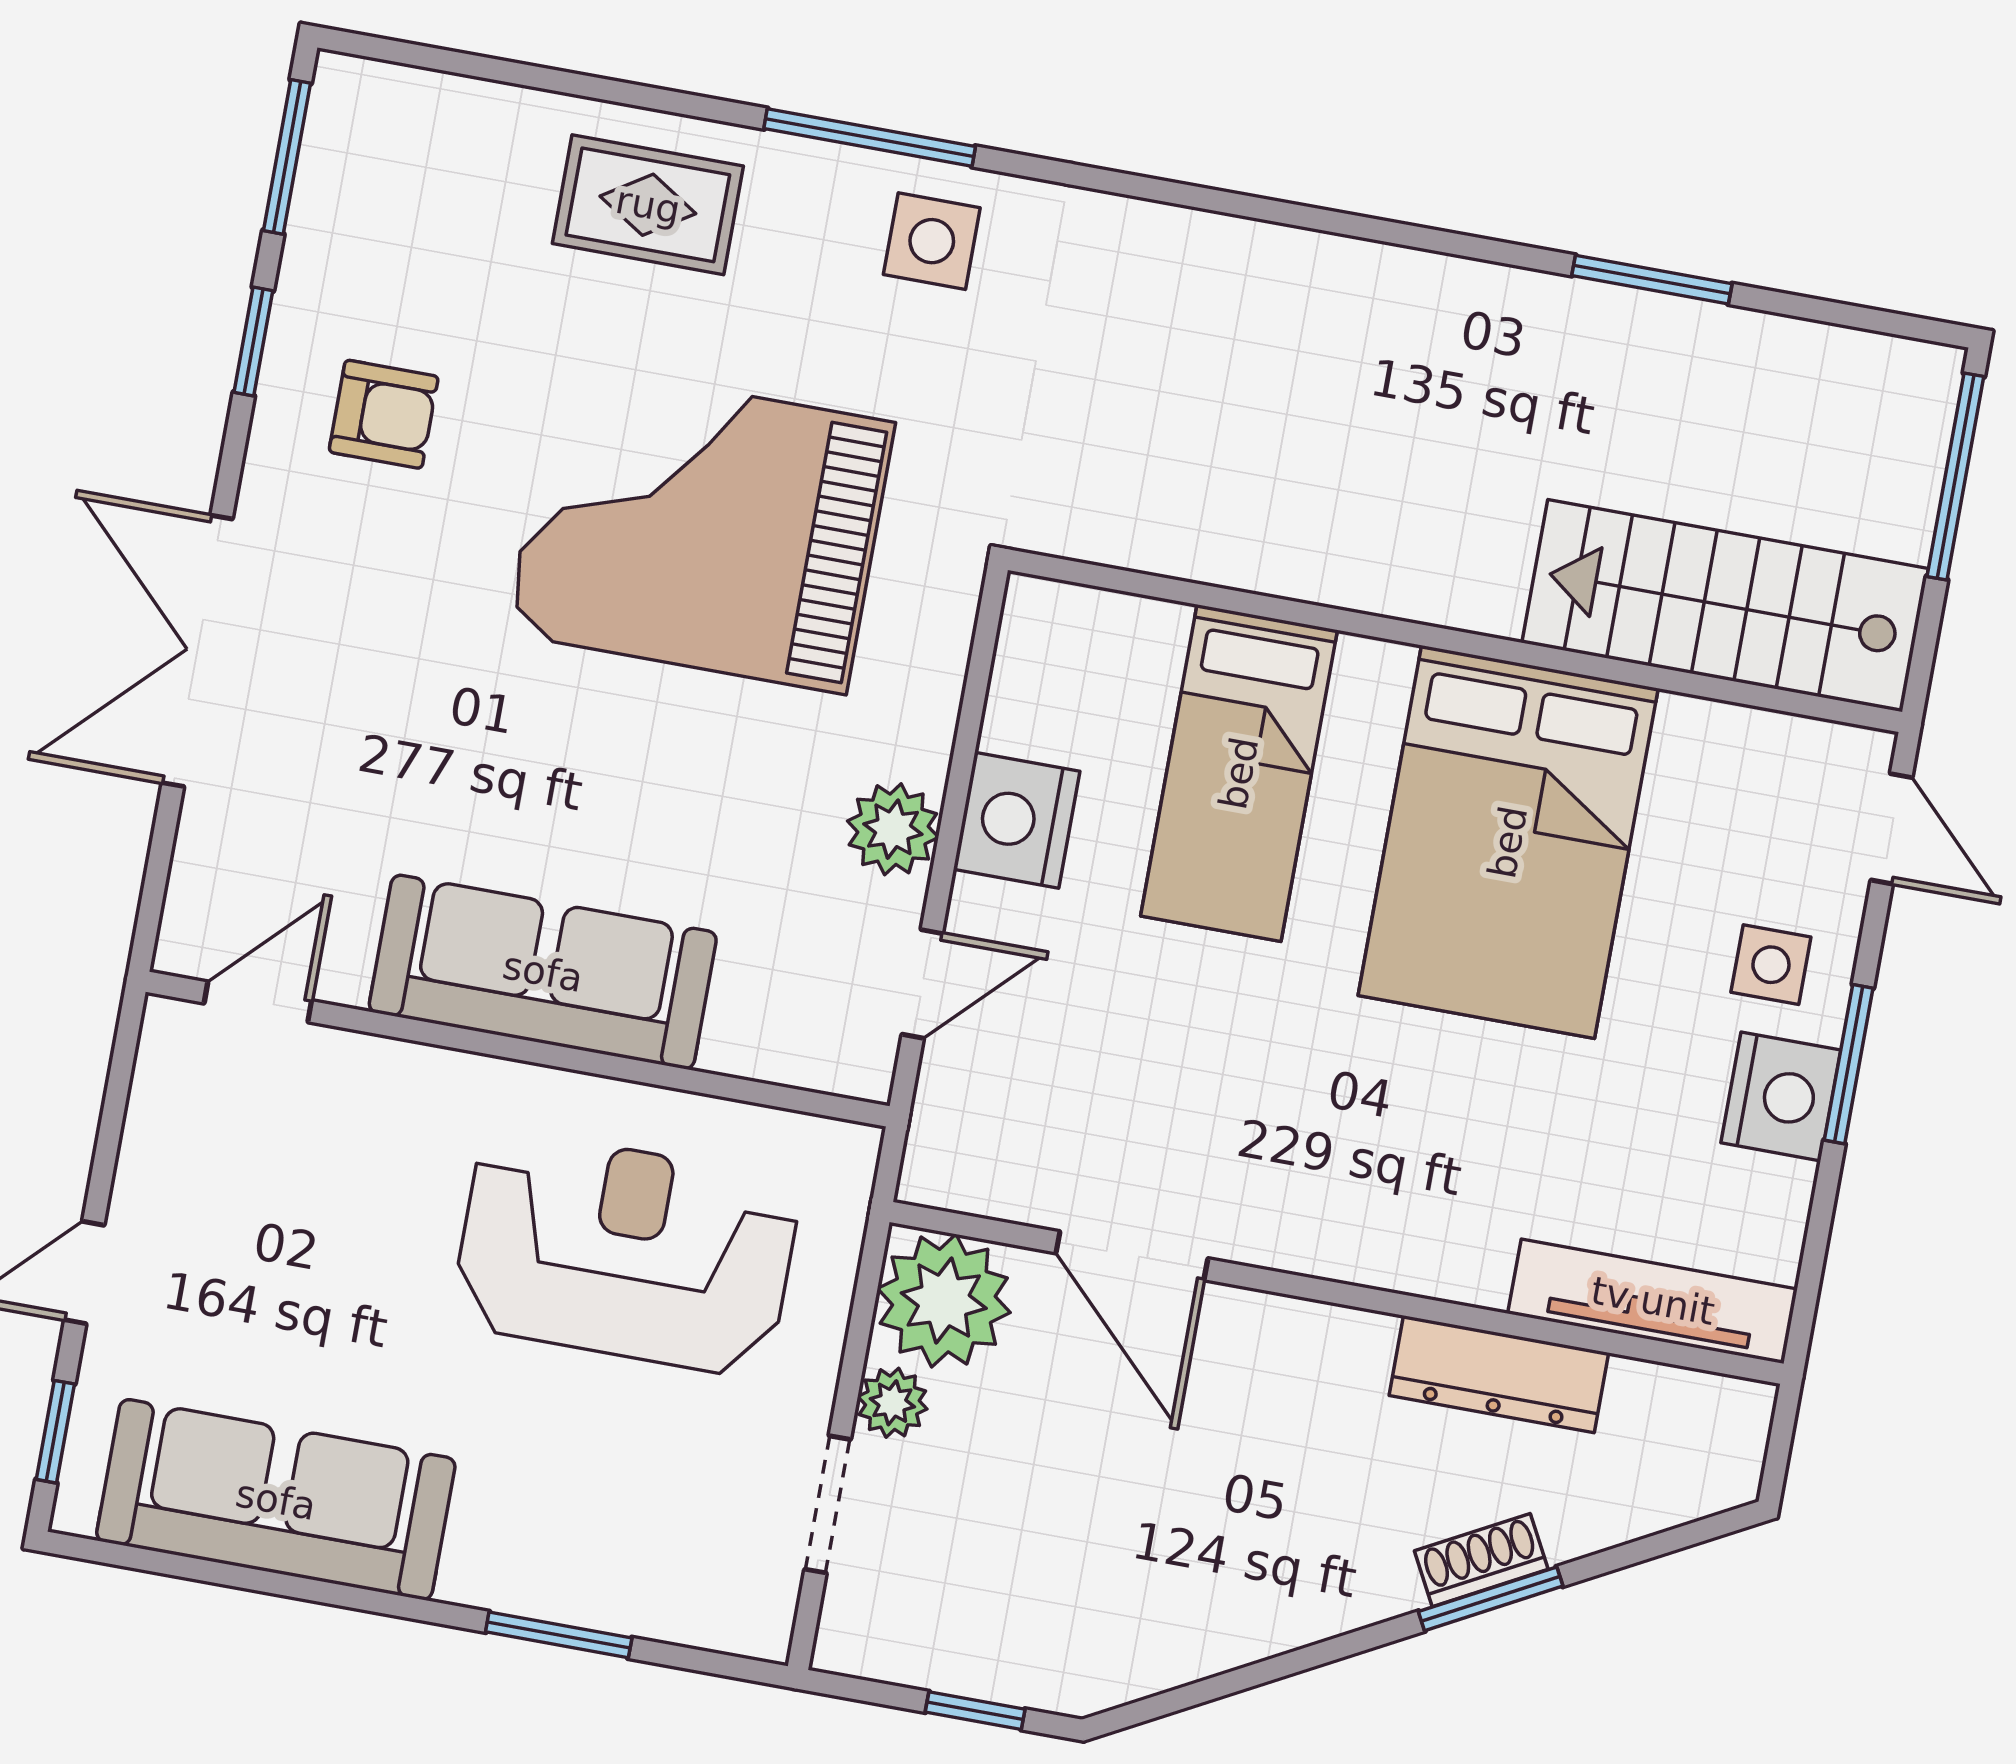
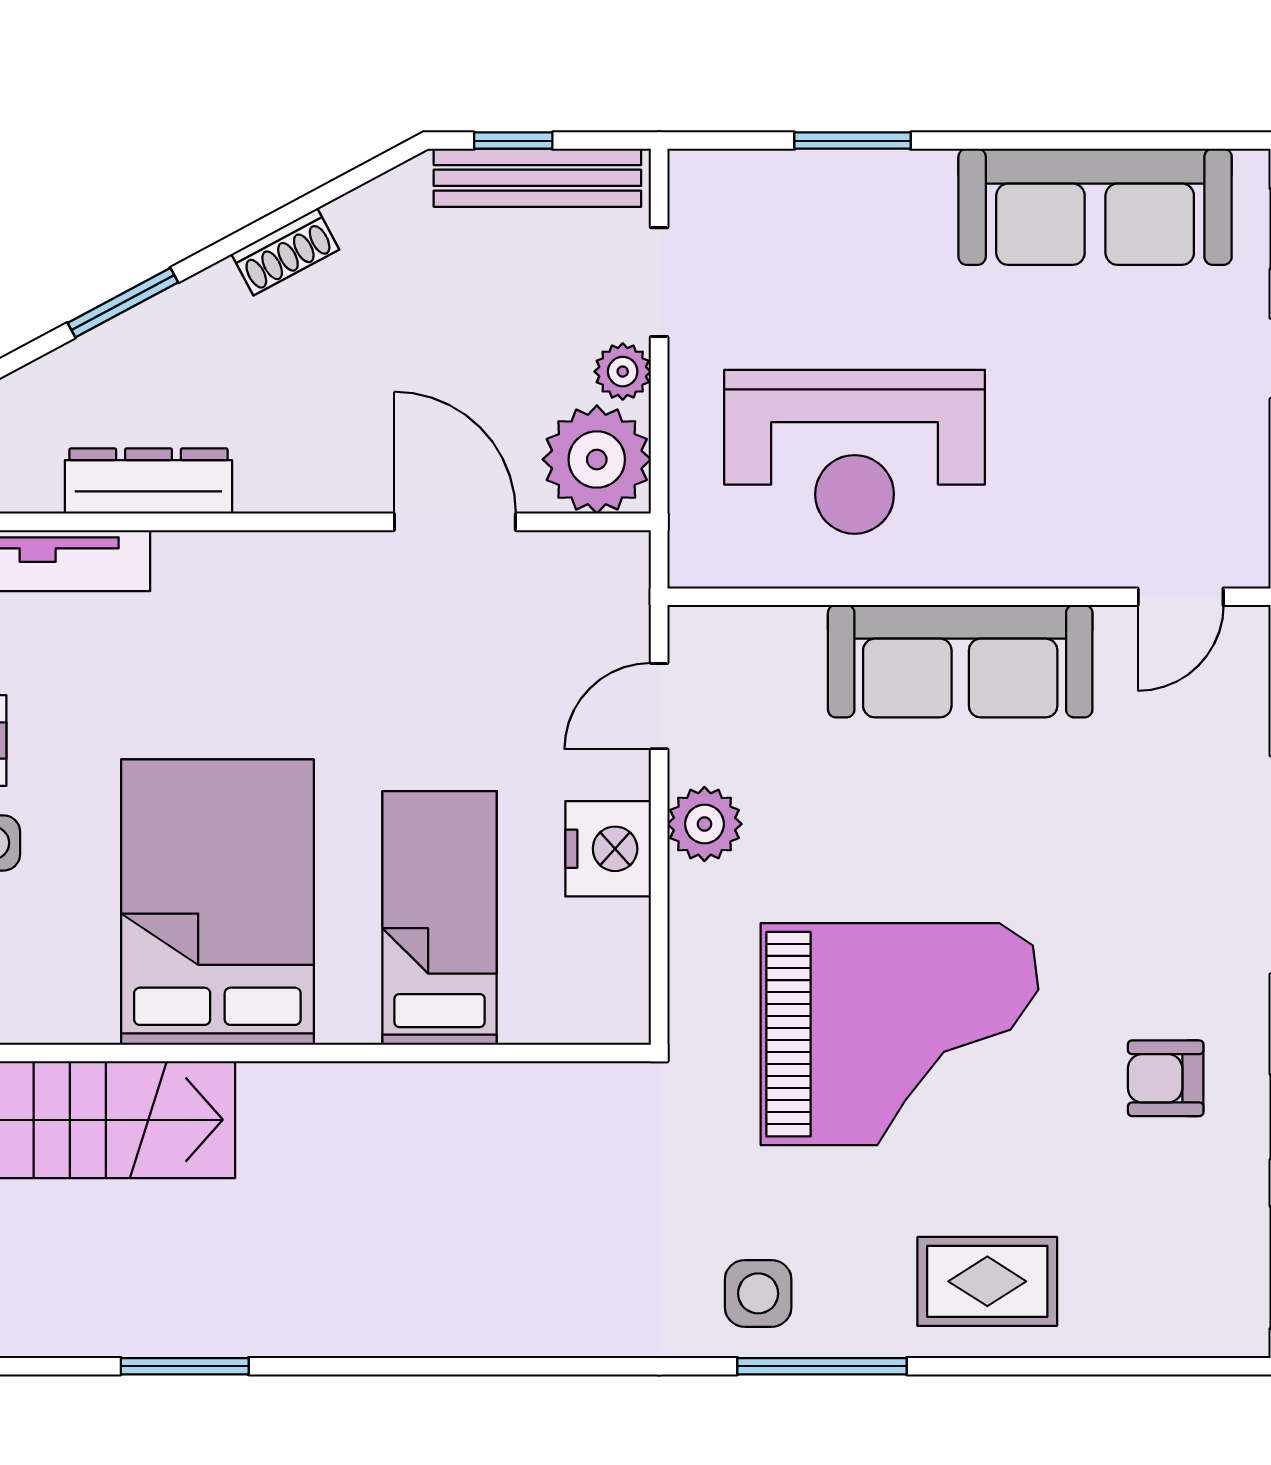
shoe rack: (1481, 1560) -> (285, 252), moved
bench: (954, 1660) -> (537, 178), added

